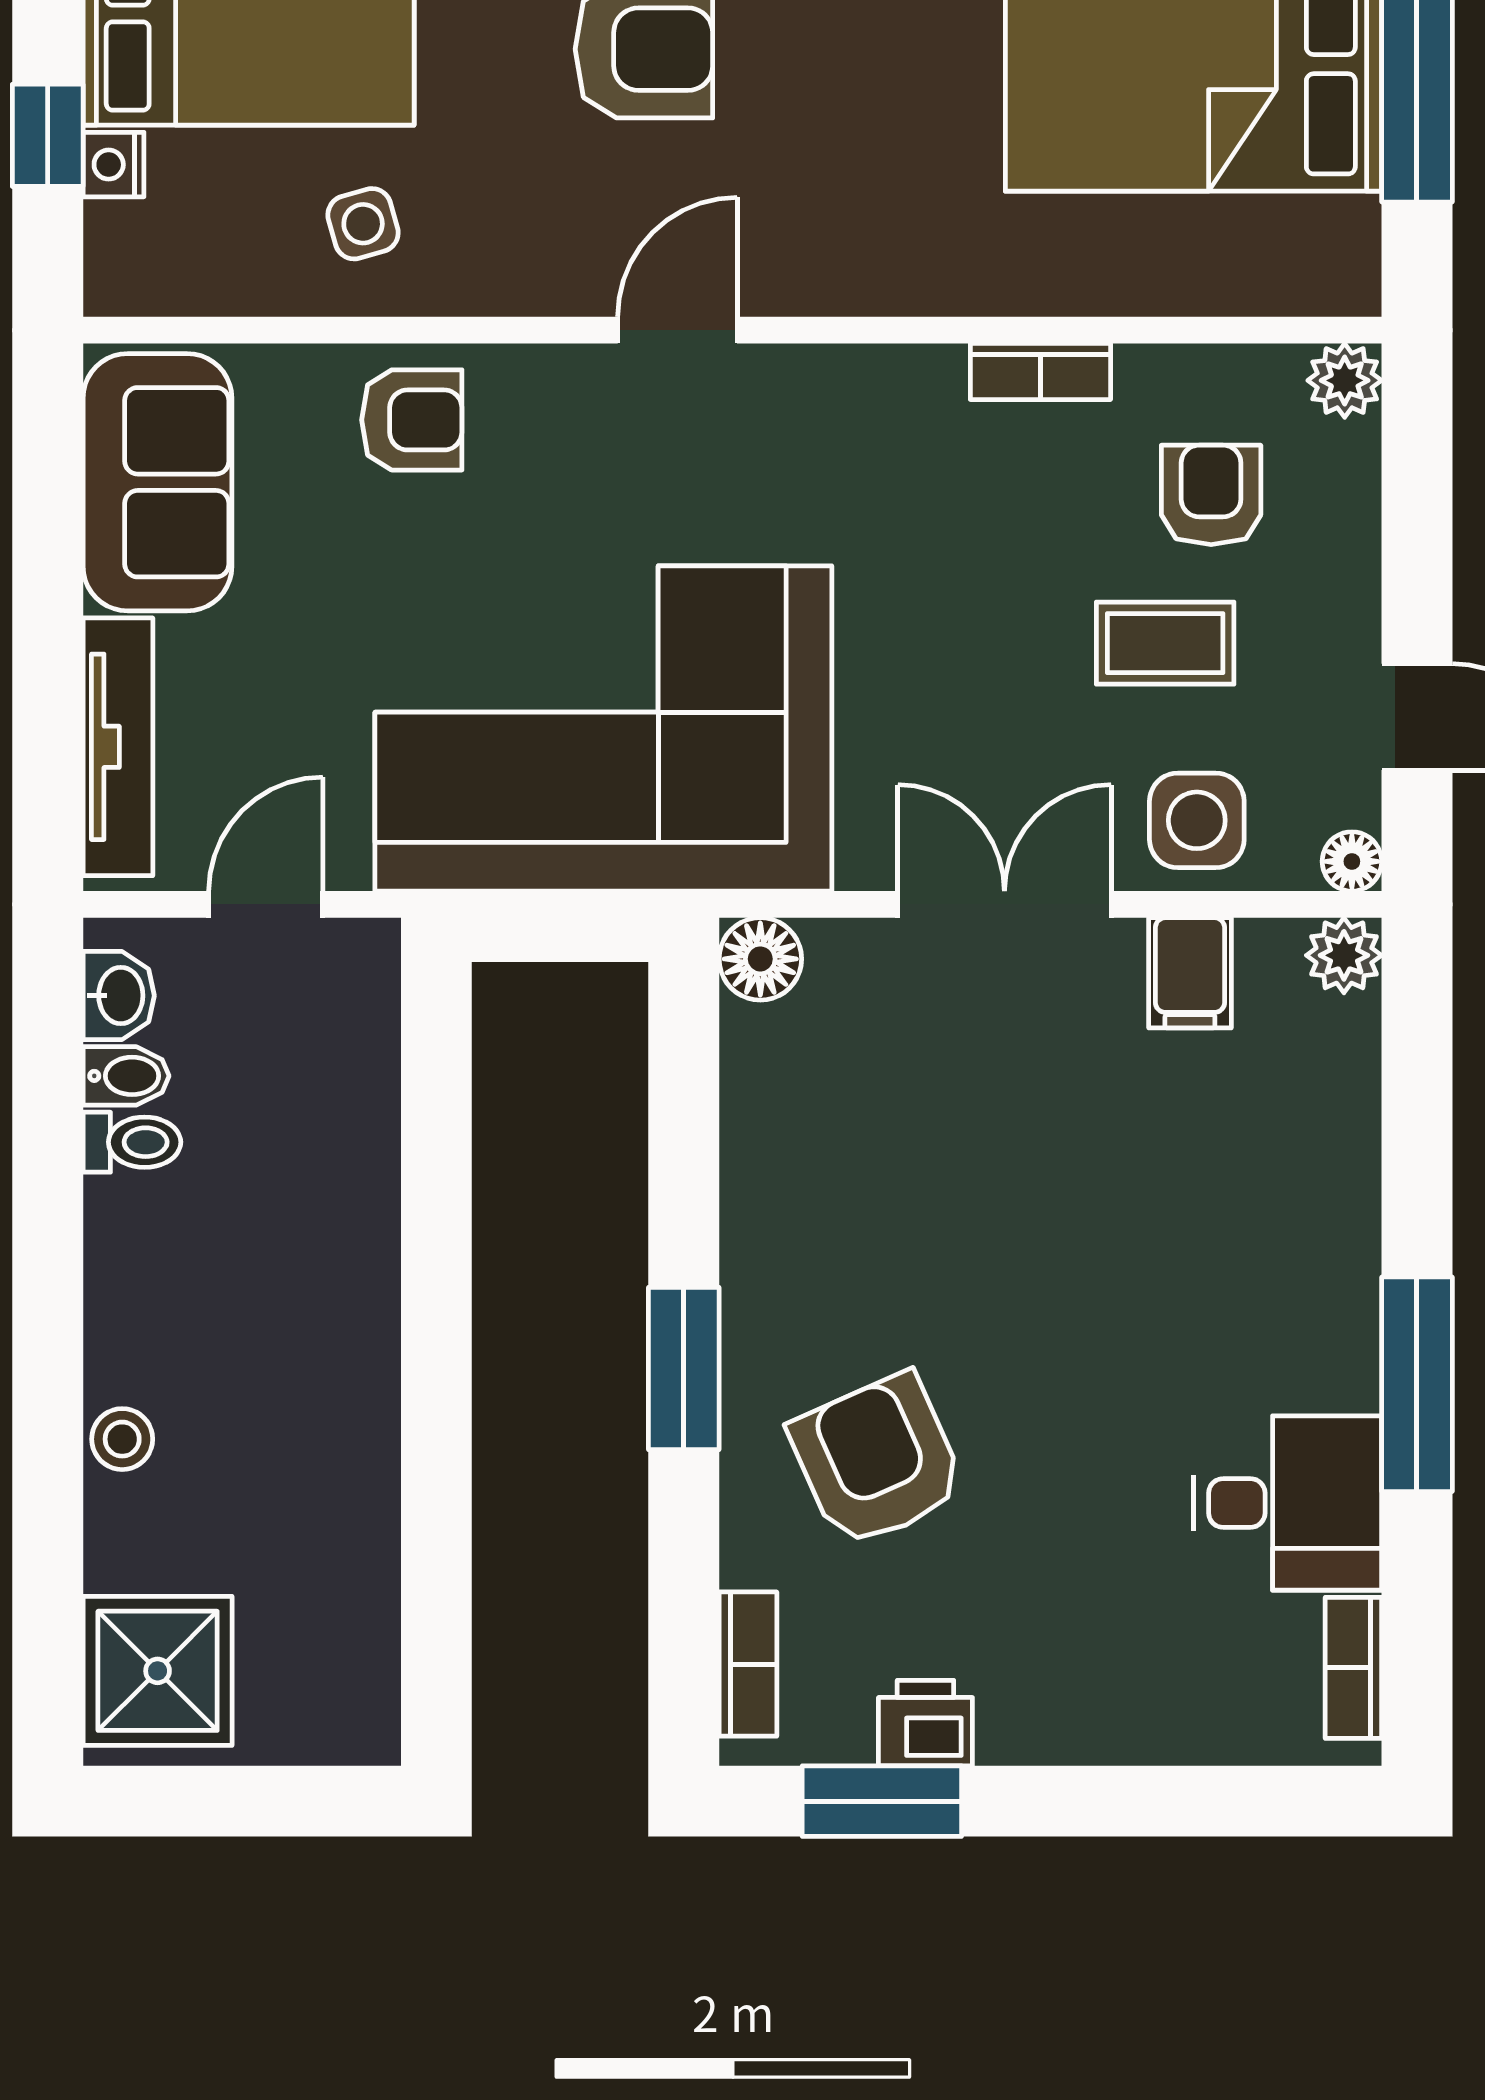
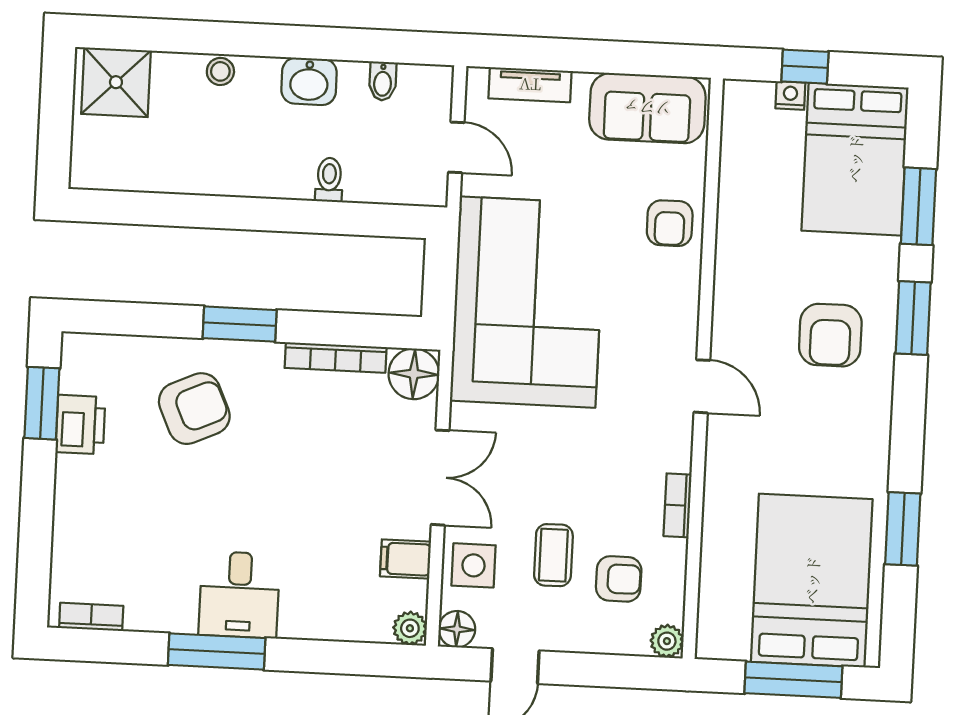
side table: (363, 224) -> (758, 206), removed
door: (677, 330) -> (702, 386), moved
tv unit: (118, 747) -> (530, 85), width x0.71
floor lamp: (1352, 861) -> (457, 629), width x1.37, depth x1.37
floor lamp: (760, 959) -> (414, 374), width x1.38, depth x1.38
washbasin: (119, 996) -> (309, 81), moved, width x1.38, depth x1.45
toilet: (132, 1142) -> (329, 180), moved, turned 180
desk: (1288, 1503) -> (239, 595), moved
bookcase: (748, 1664) -> (336, 357), moved, width x1.56
printer: (925, 1723) -> (80, 425), width x1.36, depth x1.24

